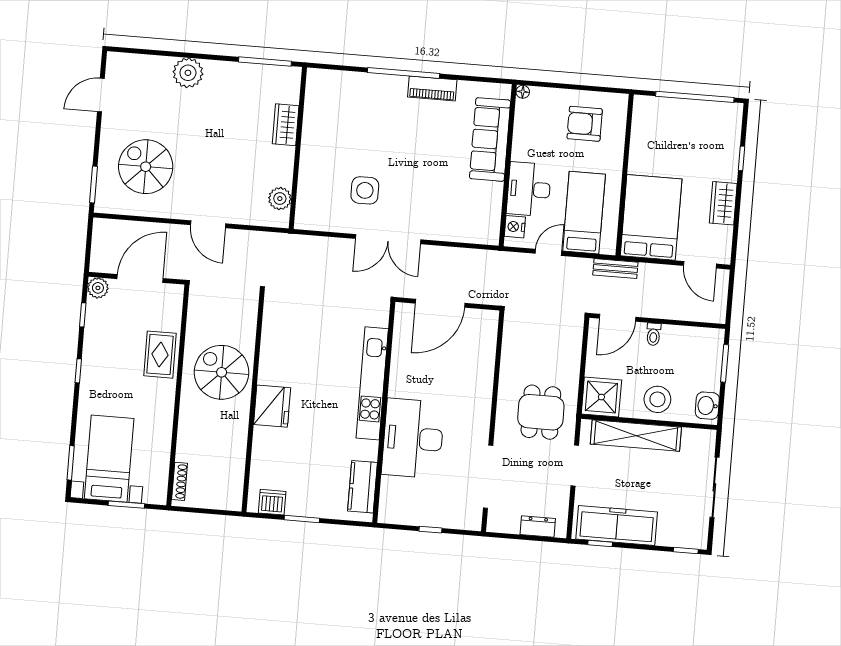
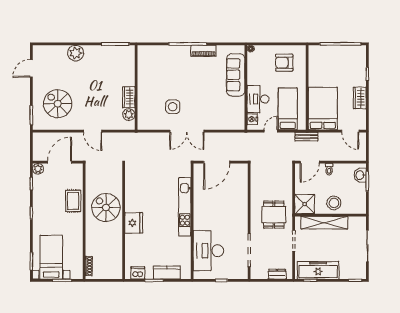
wardrobe: (286, 125) -> (129, 97), moved
washbasin: (707, 406) -> (360, 175), moved
desk: (413, 438) -> (208, 251), moved
kitchen counter: (362, 487) -> (167, 273), moved, turned 90

